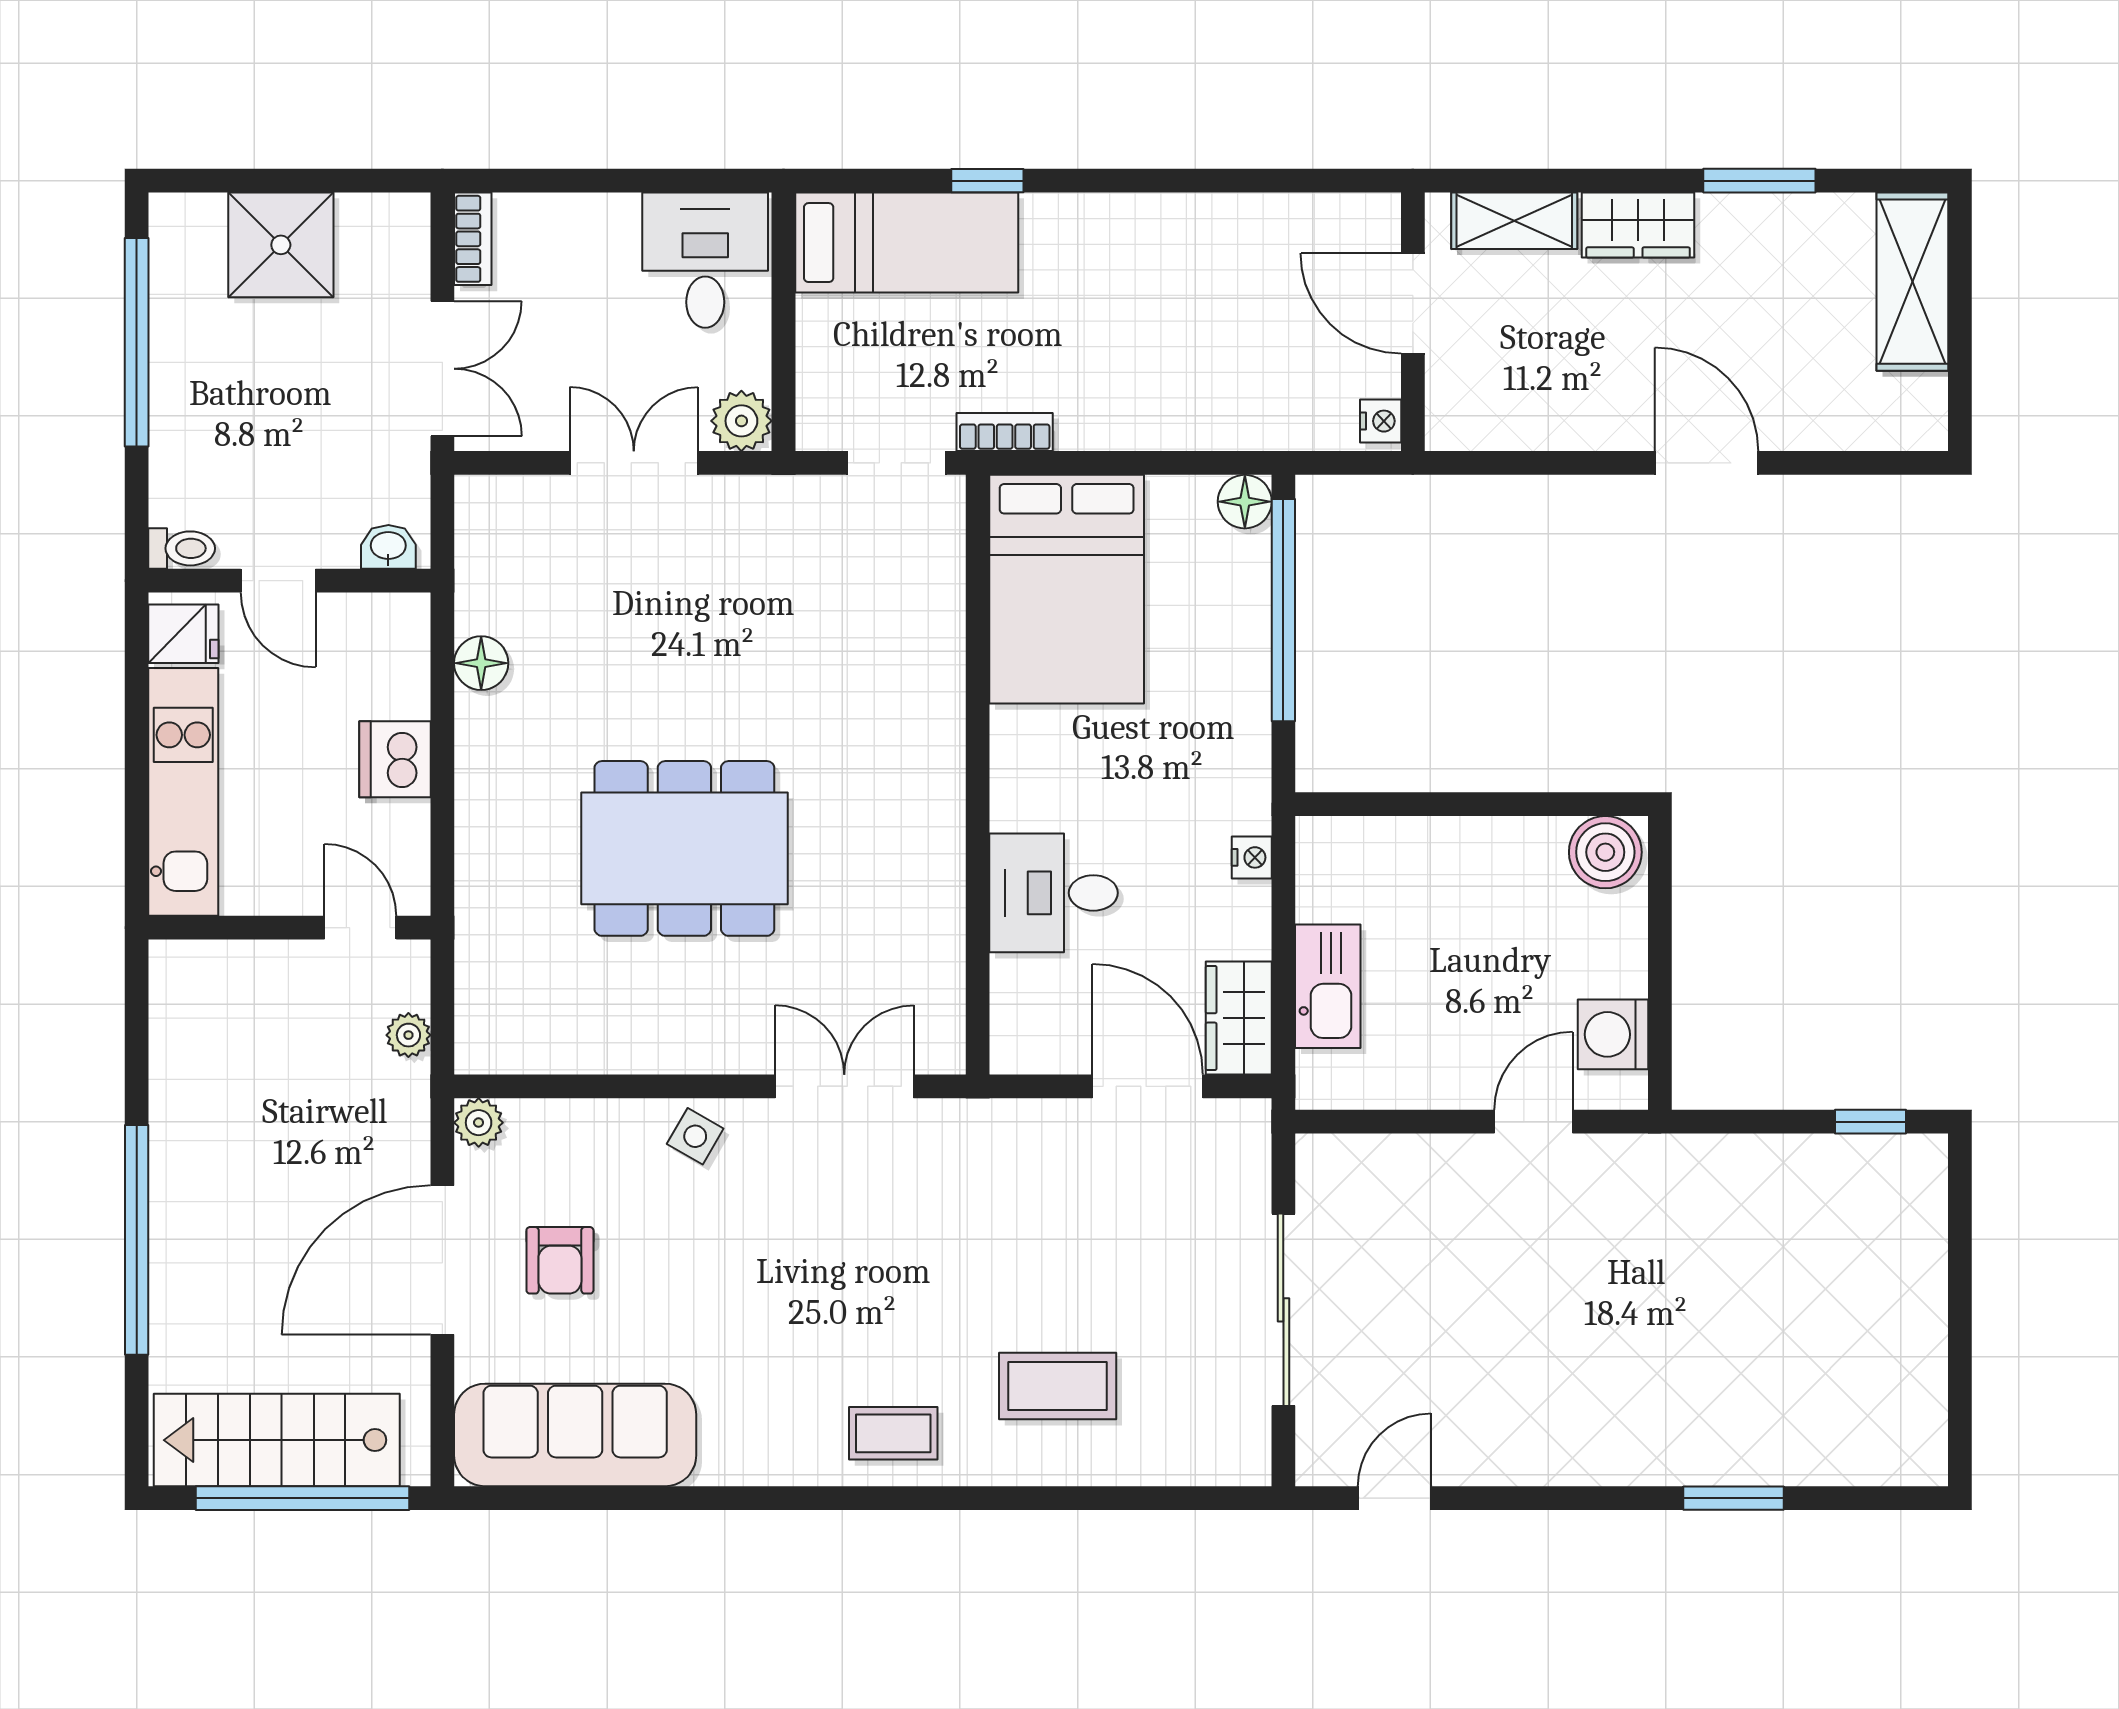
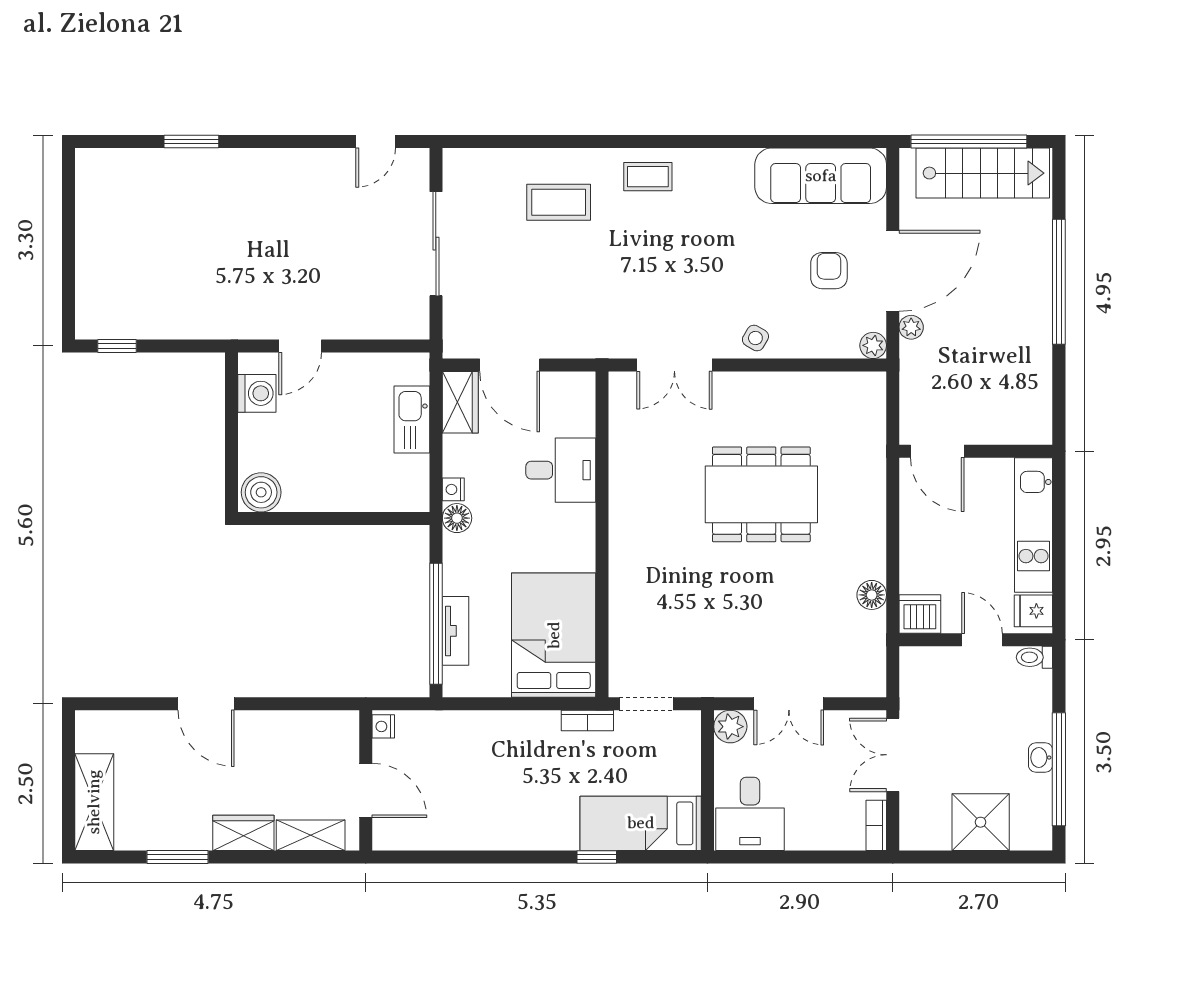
floor lamp: (1245, 502) -> (457, 518), moved
washbasin: (388, 547) -> (1041, 758), moved, turned 90
tv unit: (1247, 597) -> (456, 631), added
dishwasher: (395, 759) -> (920, 614), moved, turned -90
door: (360, 928) -> (937, 451), width x1.38
plant: (408, 1035) -> (911, 327), moved

